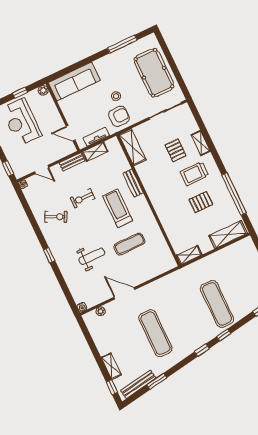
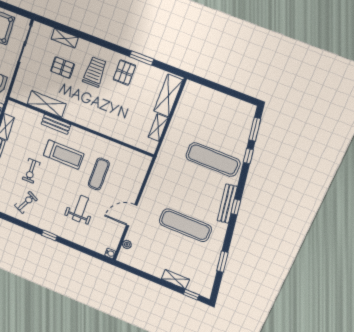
shelving: (201, 143) -> (65, 38), moved
shelving: (133, 147) -> (47, 104), moved
trolley: (194, 174) -> (95, 72), turned 180
window: (234, 194) -> (142, 58), width x0.47
pallet: (201, 202) -> (124, 73), moved
treadmill: (118, 208) -> (64, 155), turned 180
shelving: (189, 255) -> (158, 128), moved
window: (224, 335) -> (248, 156), moved
bench: (138, 384) -> (227, 204), moved

